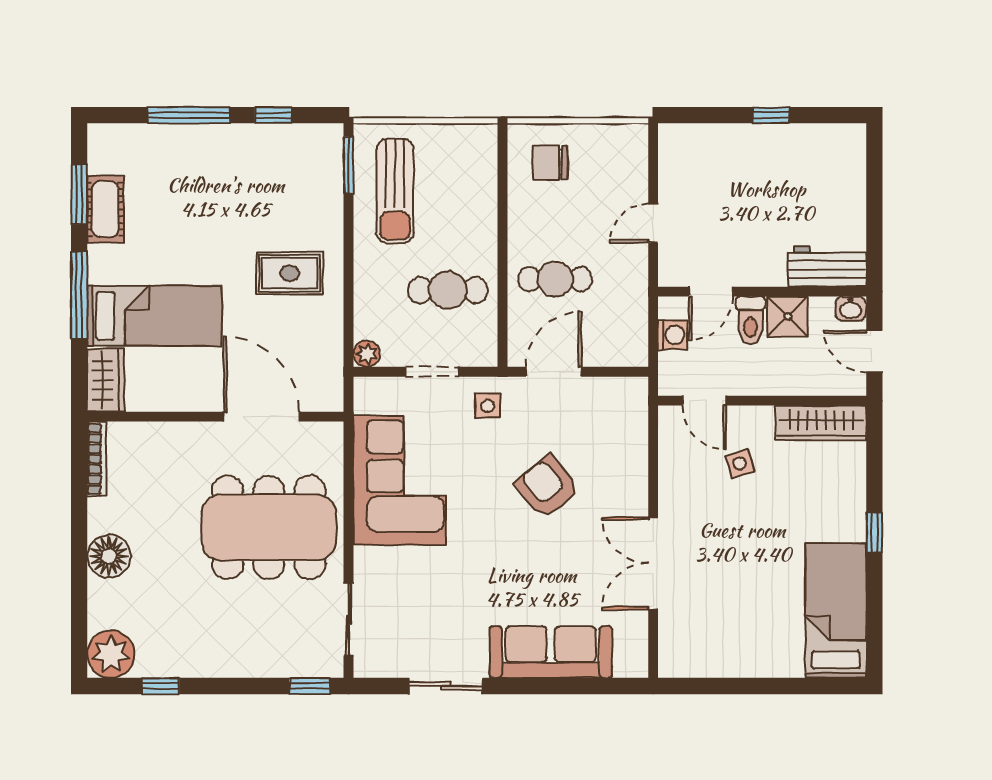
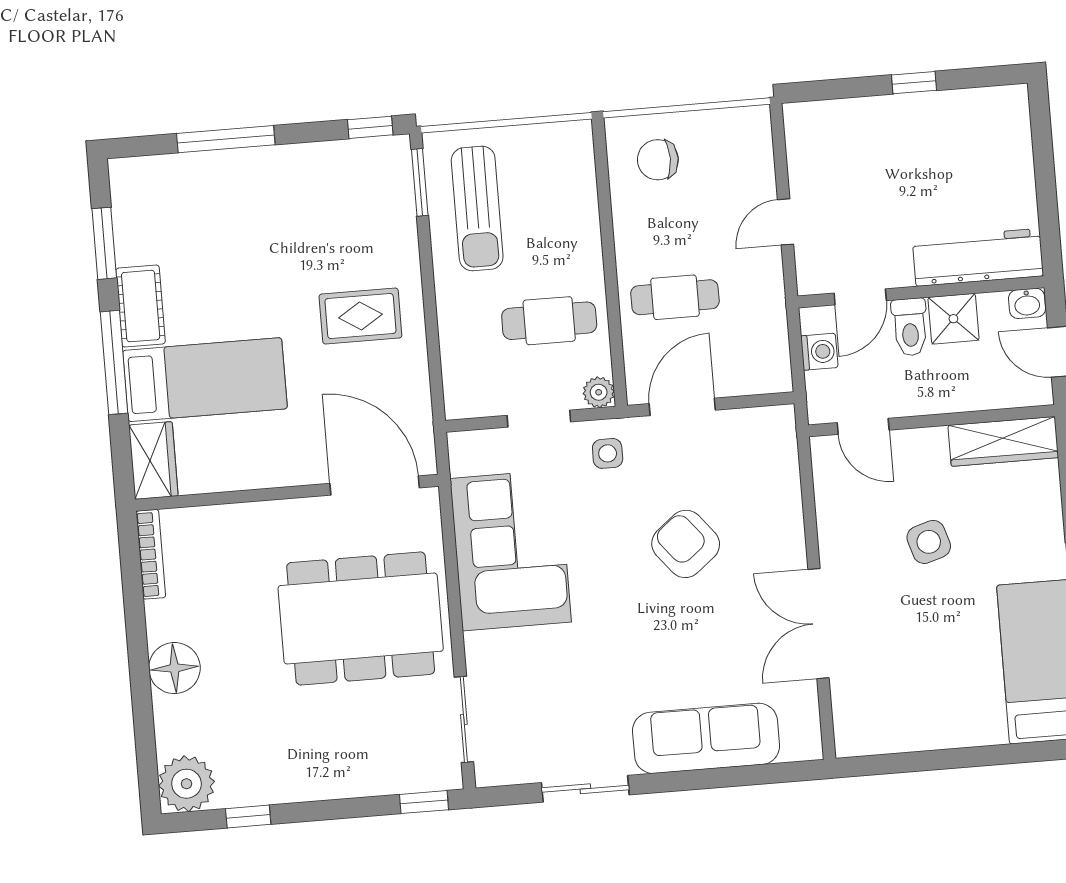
window: (273, 115) -> (370, 127), moved
cot: (105, 209) -> (141, 306), moved
workbench: (827, 267) -> (978, 257), width x1.38
plant: (367, 354) -> (599, 392), moved
door: (262, 417) -> (375, 486), moved
side table: (740, 464) -> (929, 542), moved, width x1.37, depth x1.37

